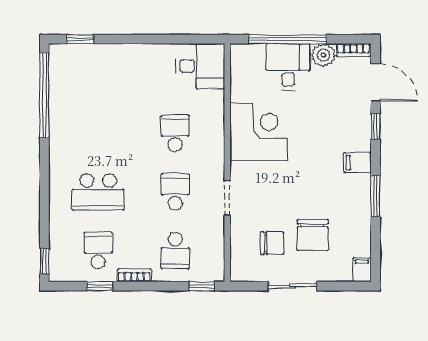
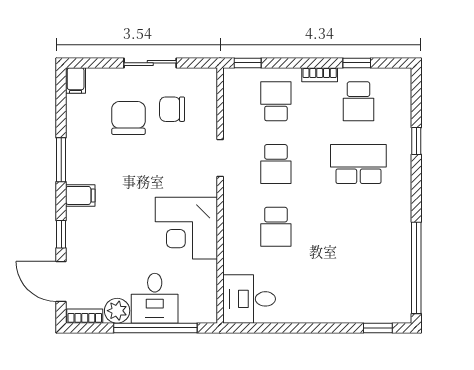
window: (44, 261) -> (416, 141), moved

